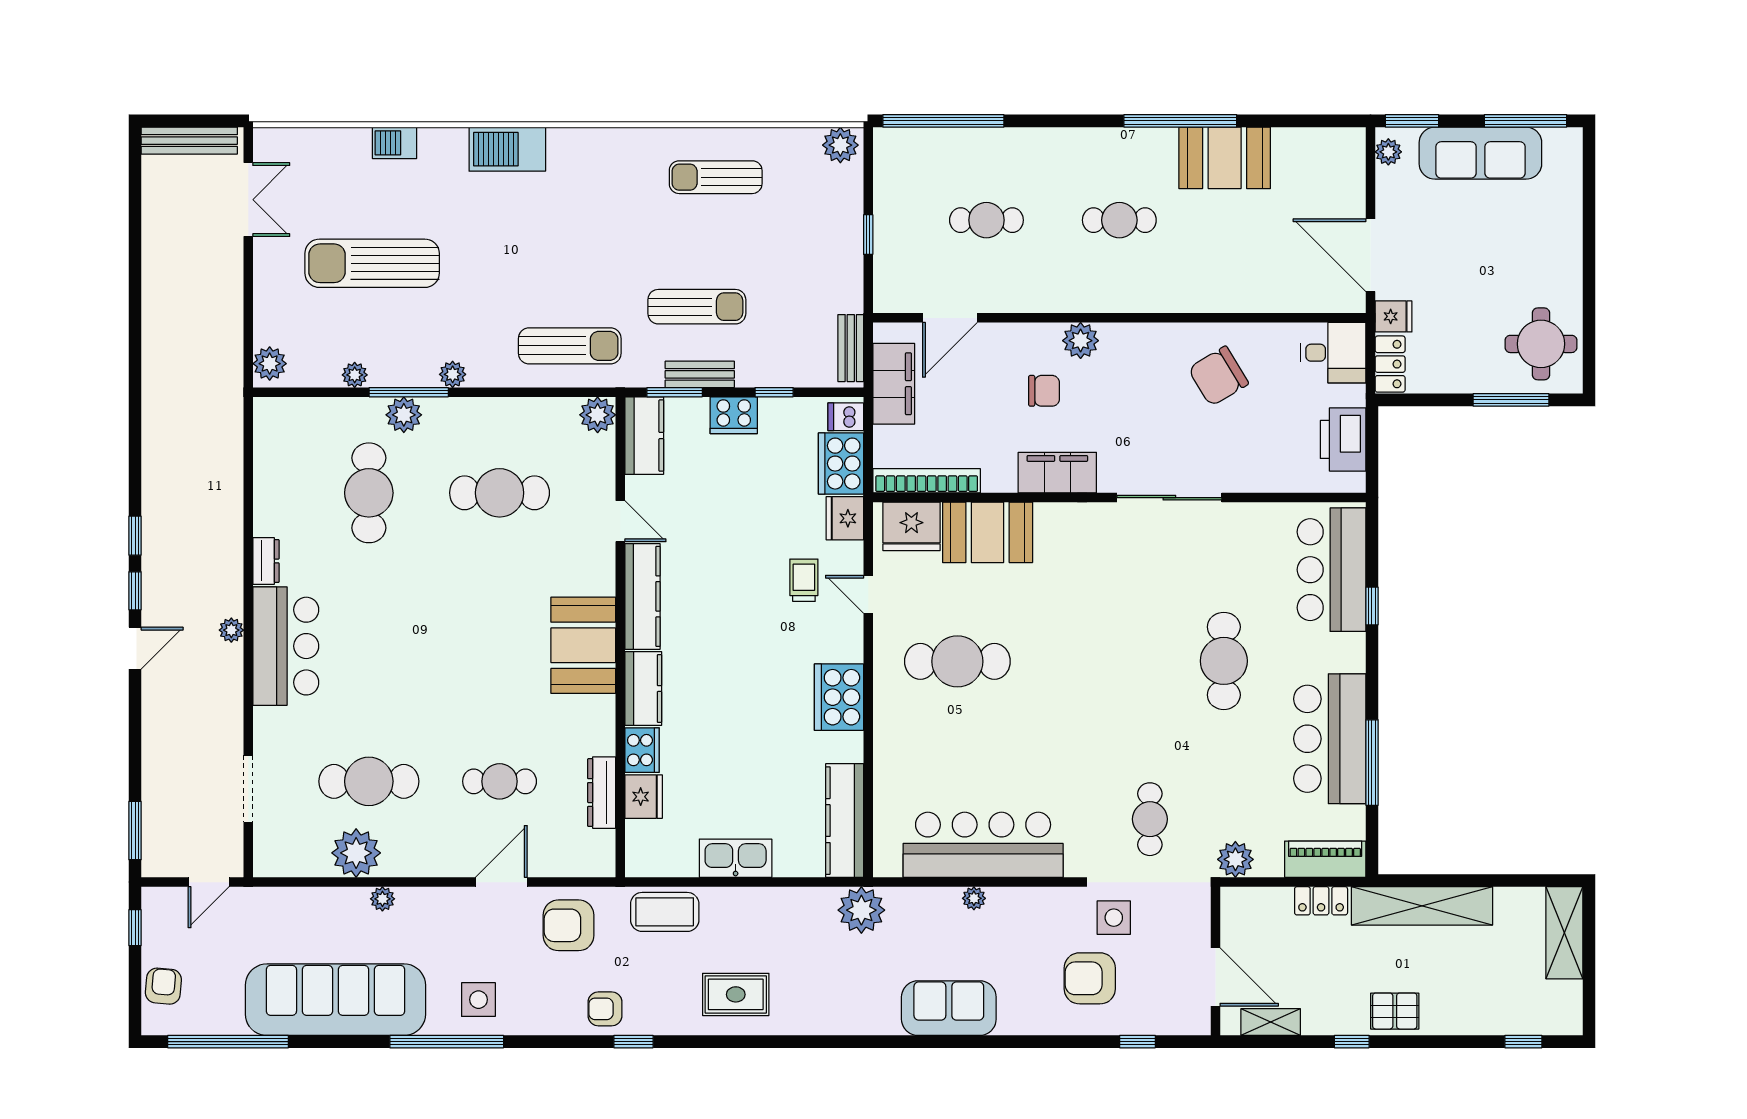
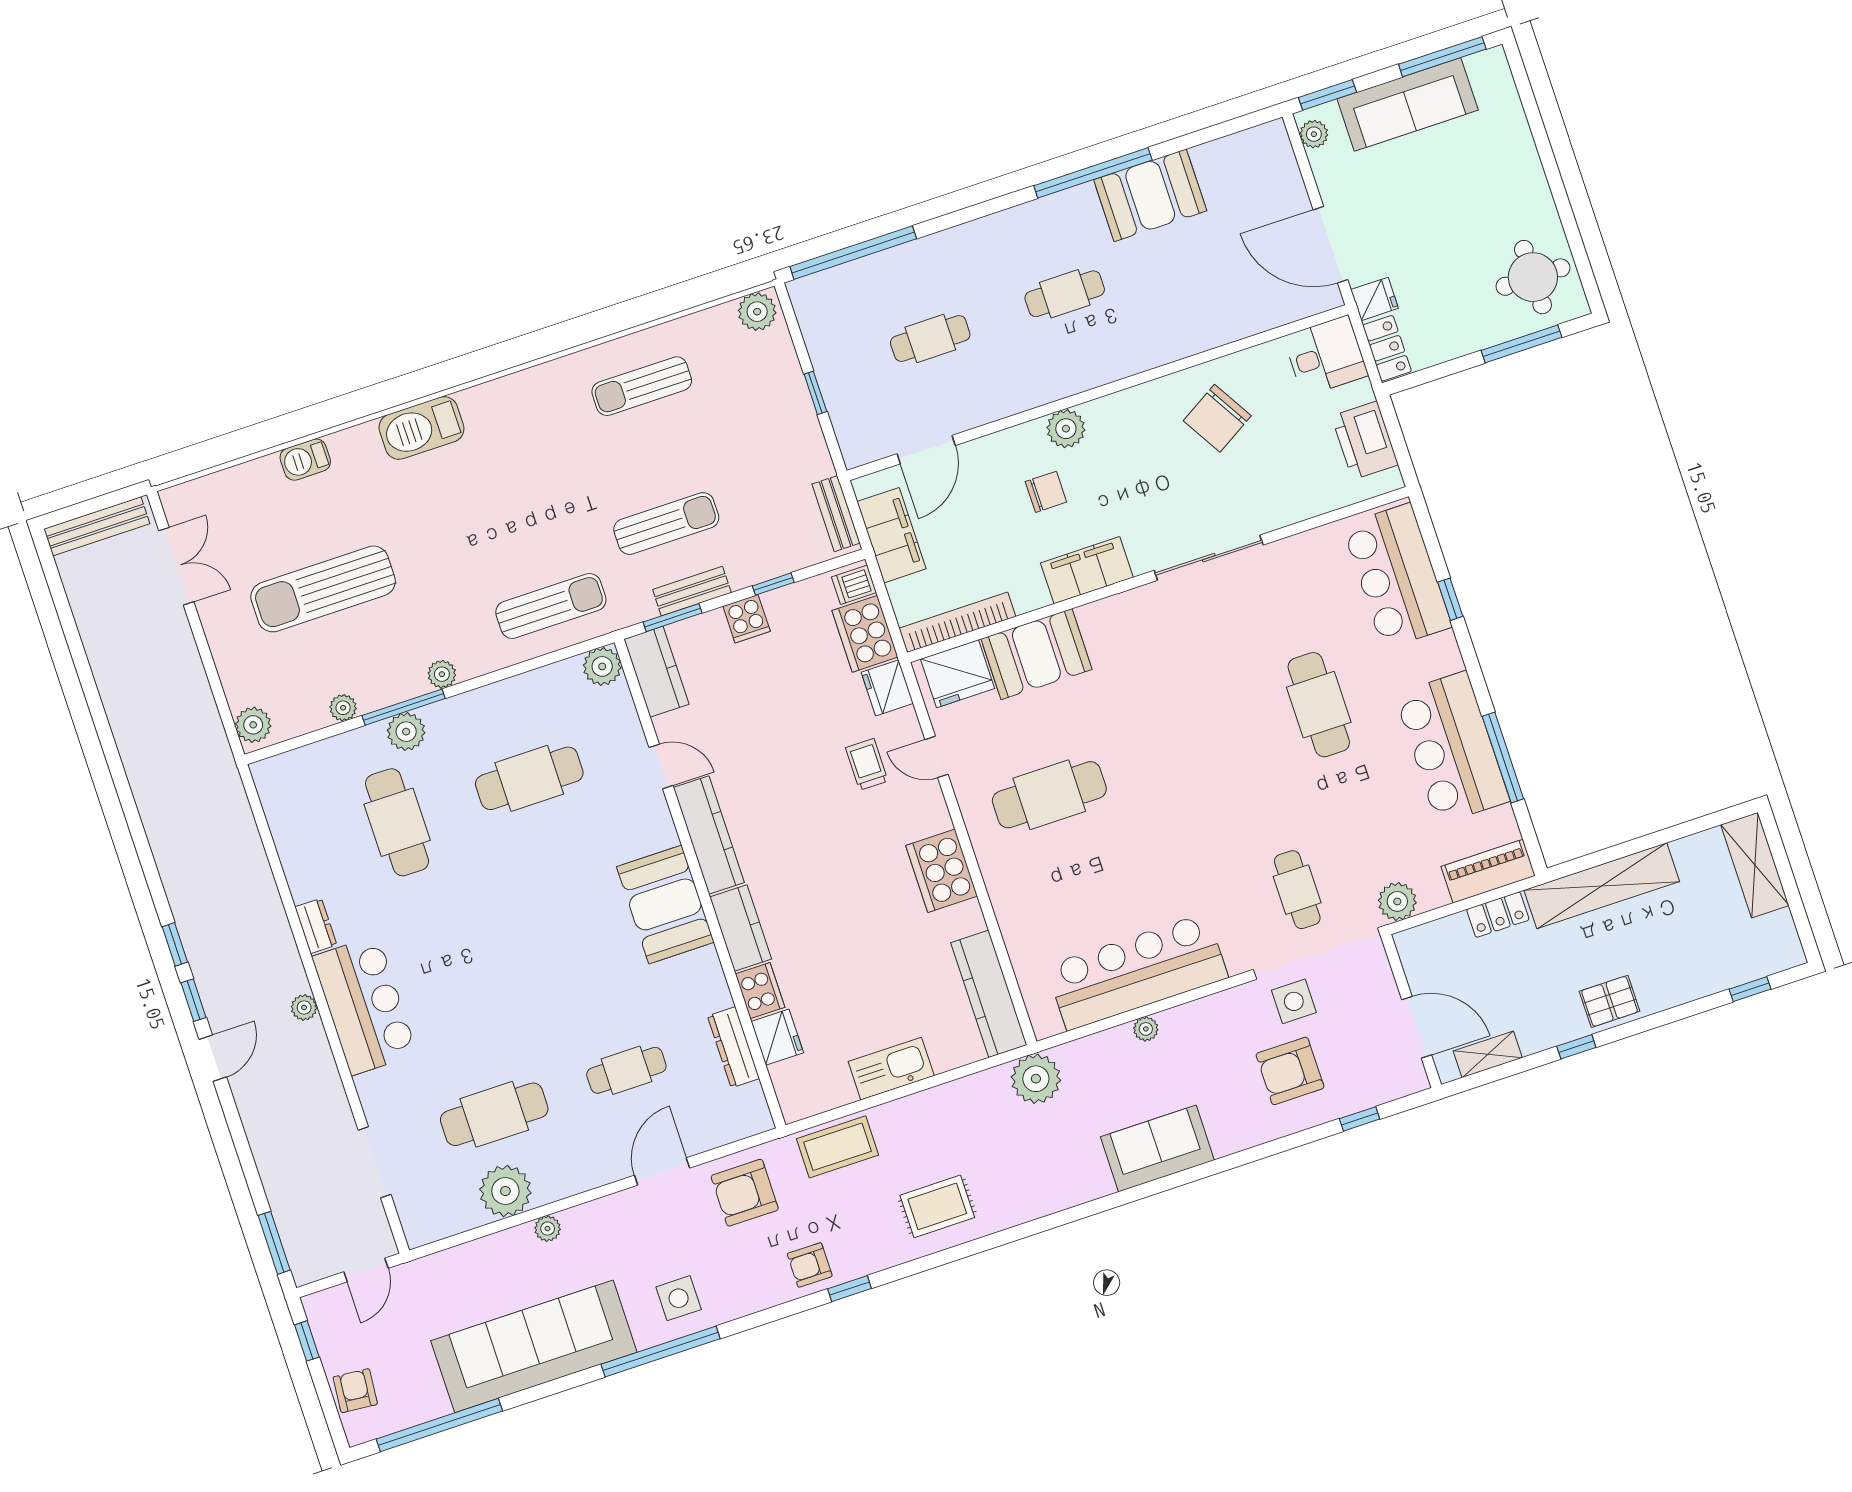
cooker: (734, 415) -> (747, 619), width x0.73

